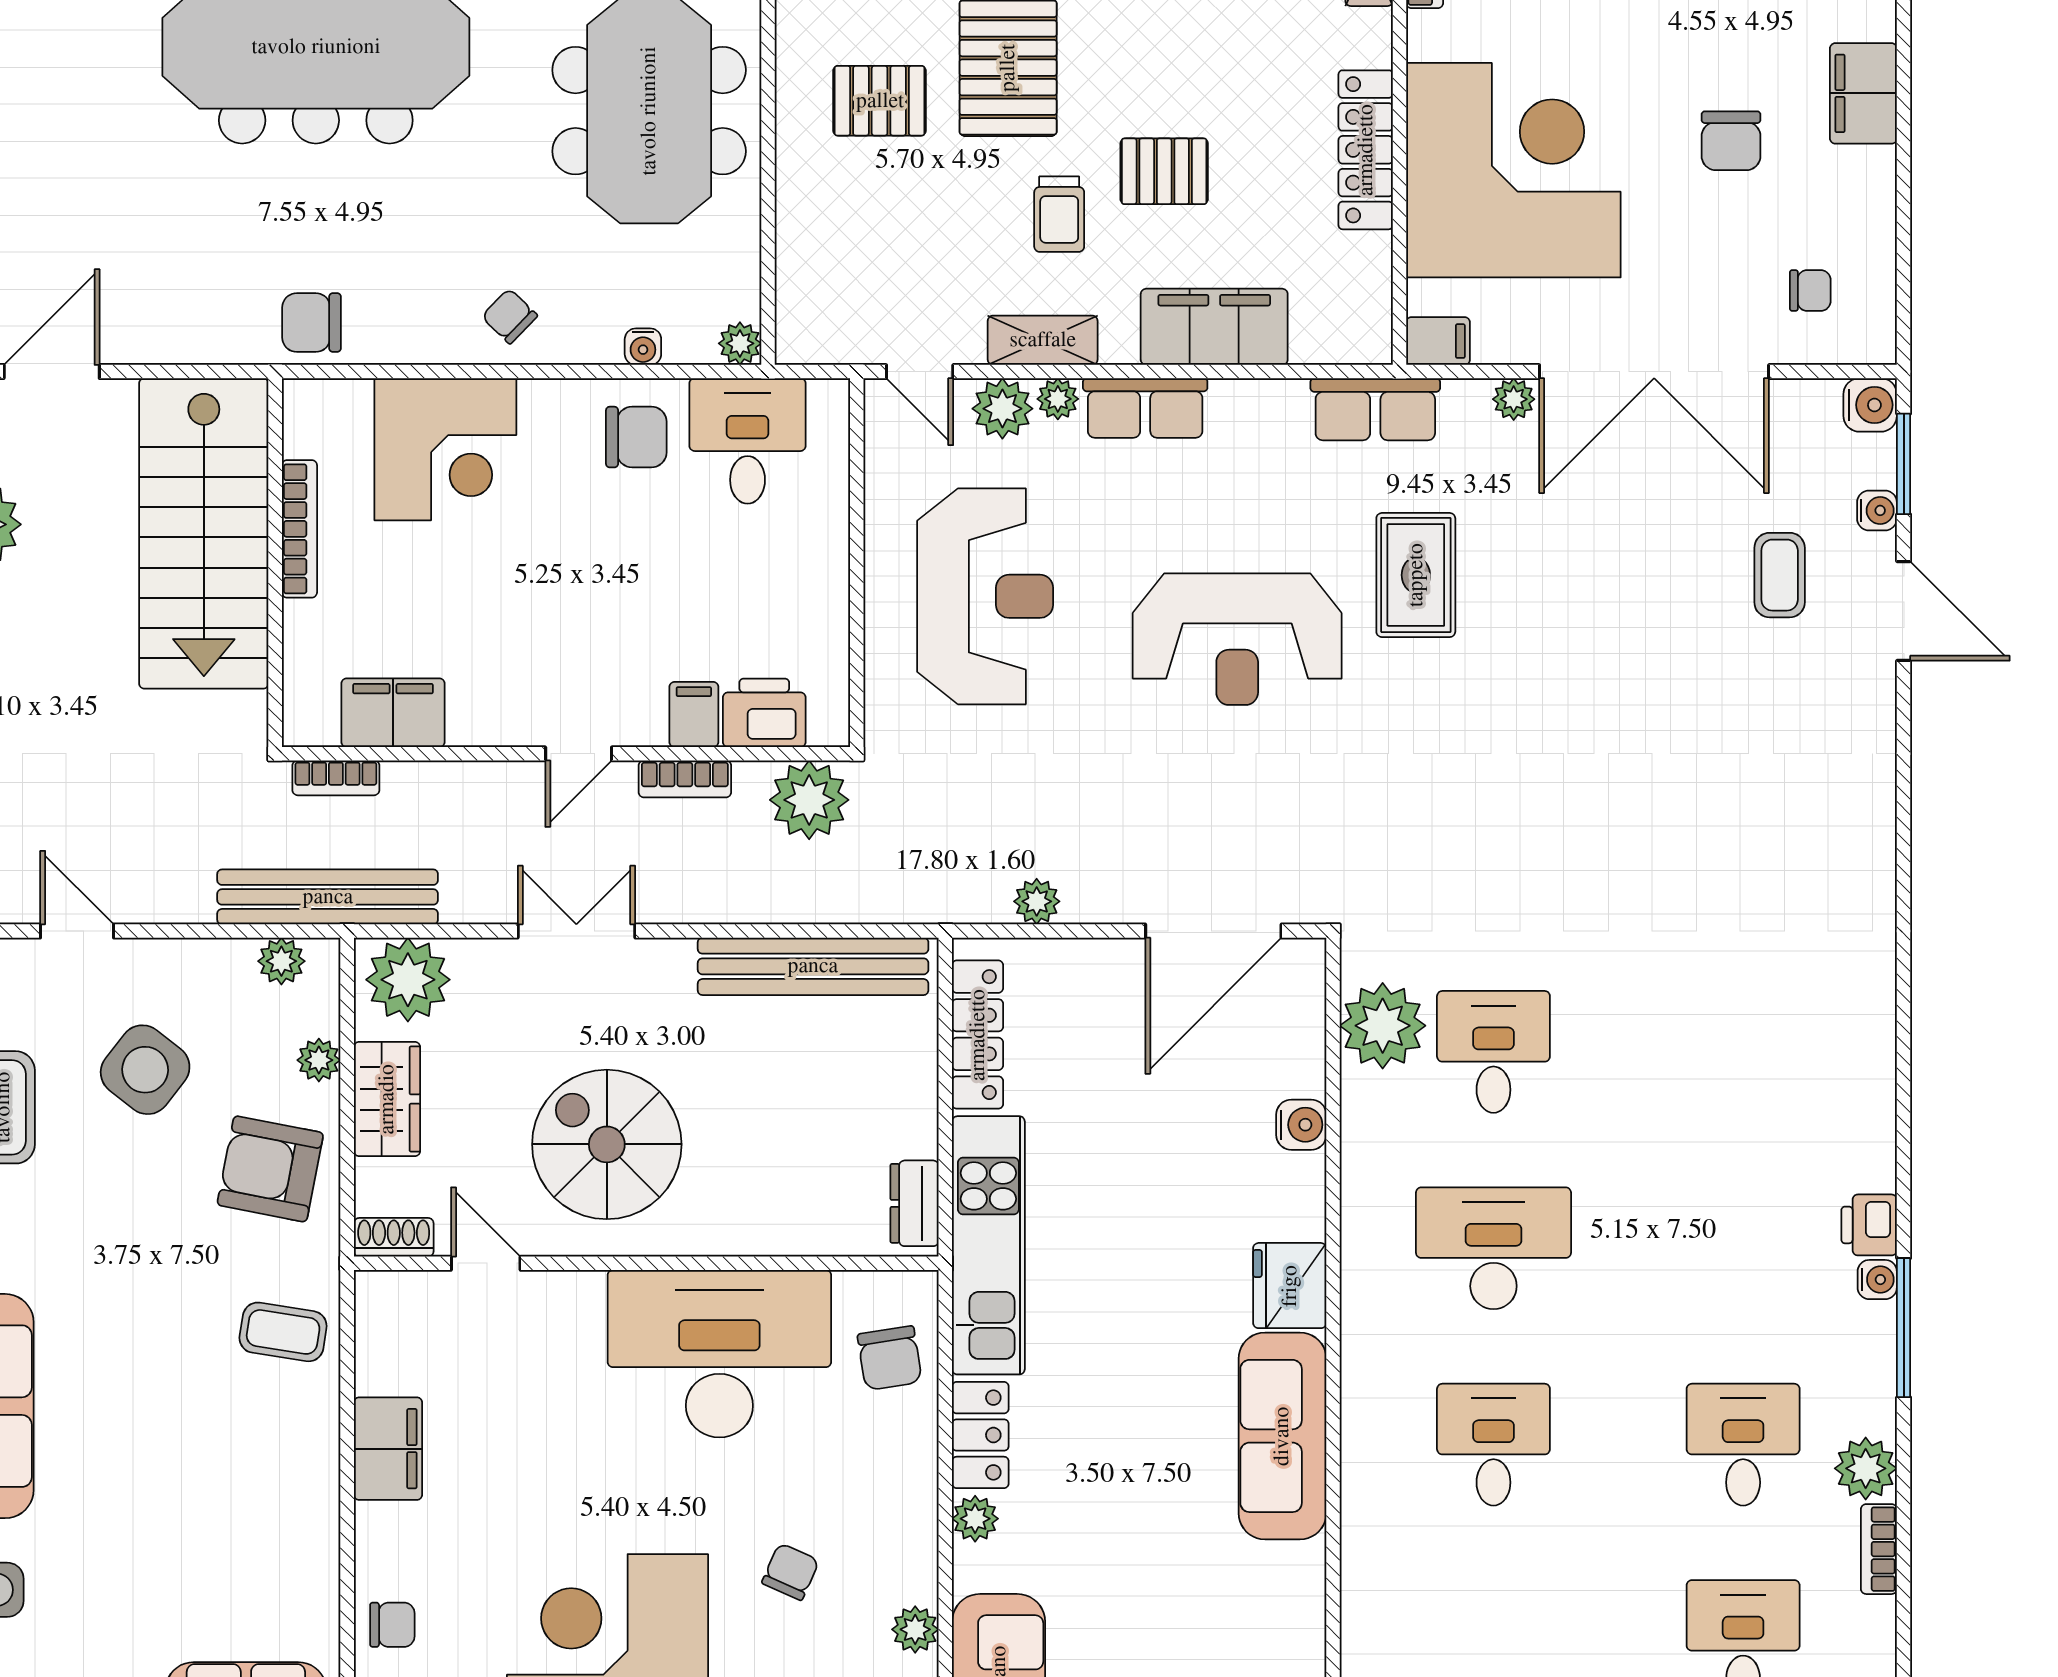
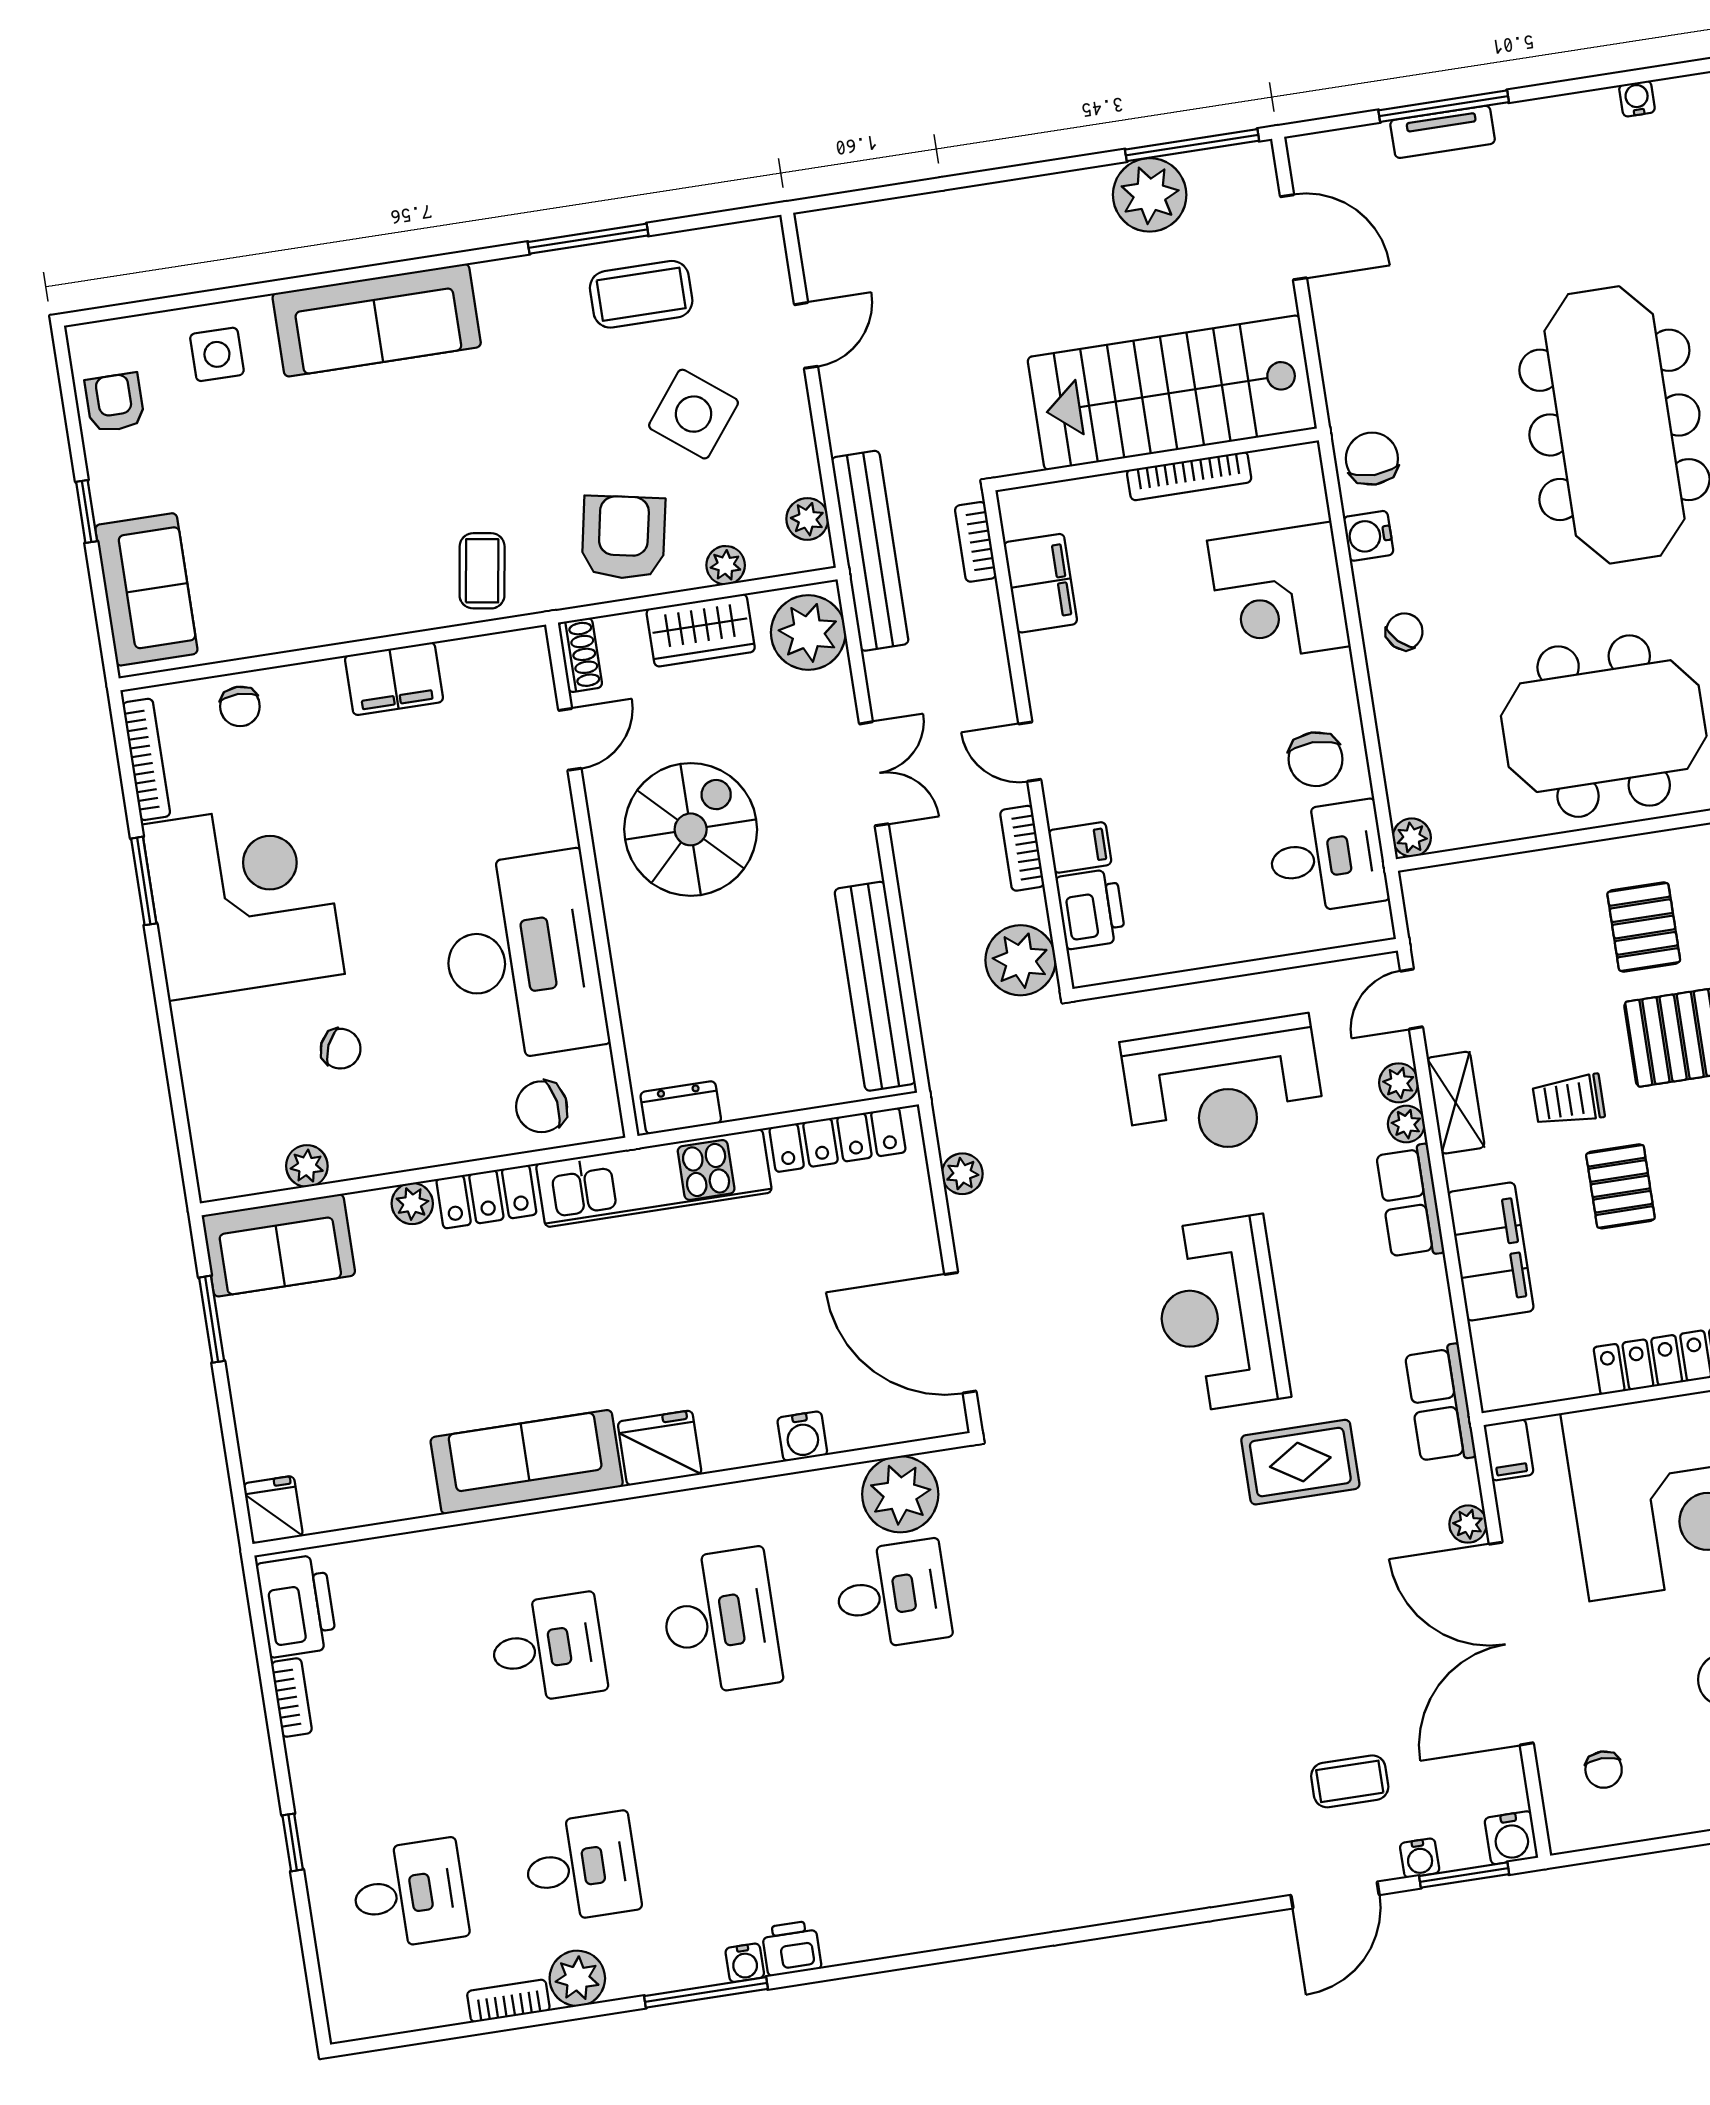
water cooler: (643, 347) -> (1368, 536), moved, width x1.38, depth x1.38
plant: (1002, 409) -> (1399, 1083), width x0.73, depth x0.73

